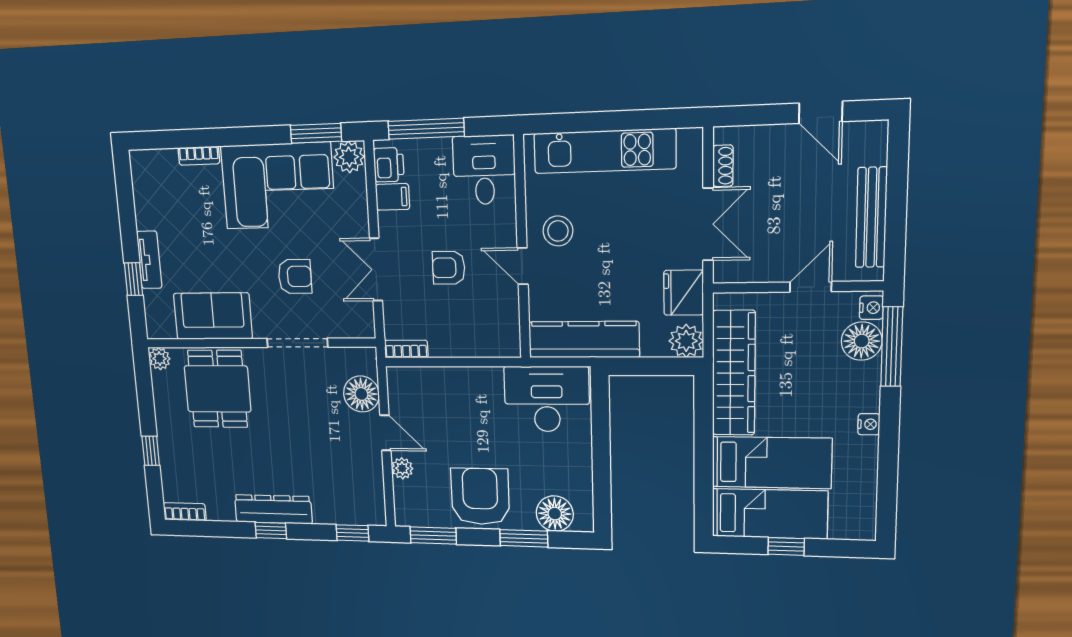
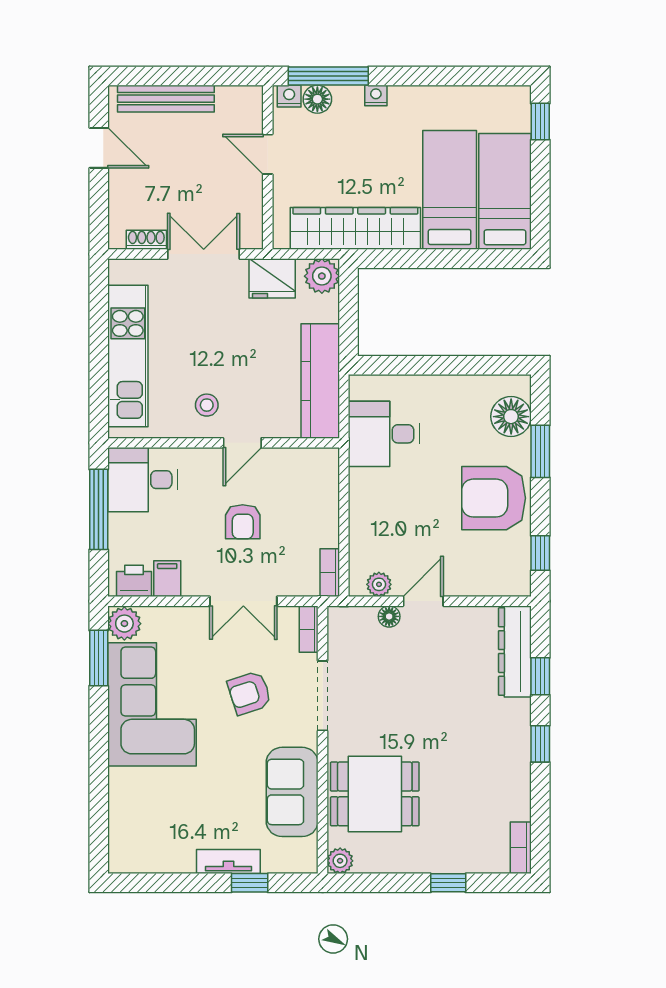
door: (821, 112) -> (99, 148), hinge flipped
window: (426, 129) -> (99, 509), moved
bookcase: (199, 156) -> (309, 629), moved, turned 180
bench: (871, 217) -> (166, 99), moved
stool: (558, 231) -> (207, 405), width x0.73, depth x0.73
armchair: (295, 276) -> (249, 693), turned -108
floor lamp: (862, 341) -> (317, 99), width x0.73, depth x0.73
floor lamp: (361, 394) -> (389, 616), width x0.53, depth x0.53
desk: (547, 399) -> (384, 434), width x0.73
nightstand: (869, 424) -> (376, 95), moved
plant: (402, 468) -> (379, 584), moved
dresser: (273, 509) -> (515, 652), moved
window: (352, 533) -> (540, 676), moved
window: (433, 535) -> (540, 553), width x0.67
window: (786, 547) -> (540, 122), moved

